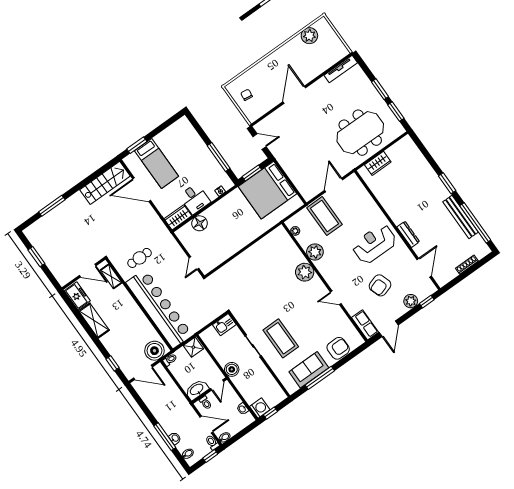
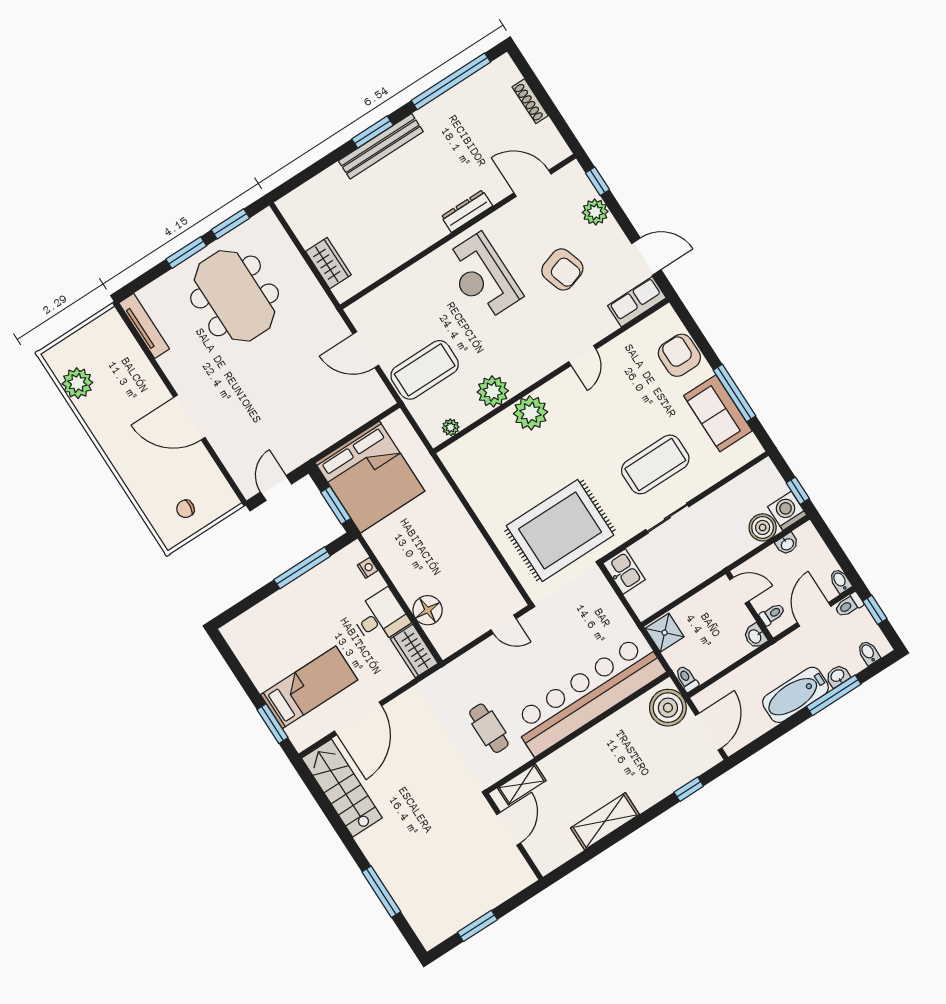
meeting table: (360, 133) -> (235, 296), moved
bench: (461, 217) -> (381, 146), moved
rug: (244, 290) -> (560, 530), added
freezer: (77, 296) -> (556, 851), removed
boiler: (232, 369) -> (763, 527), moved
washbasin: (197, 390) -> (755, 636), width x0.52, depth x0.69
bathtub: (164, 417) -> (795, 695), added

